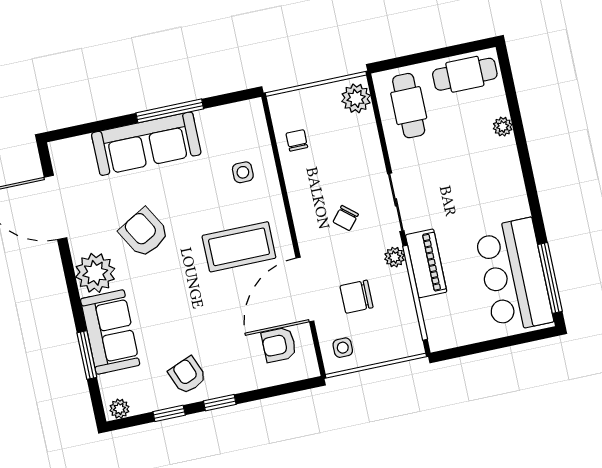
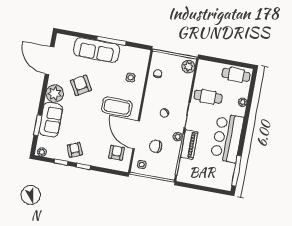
cafe table: (409, 106) -> (208, 97), moved, turned 90
bar counter: (514, 275) -> (227, 138), moved
door: (305, 289) -> (136, 135), hinge flipped
armchair: (279, 345) -> (117, 153), turned 90

